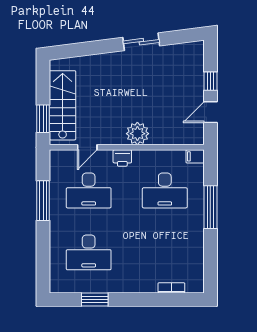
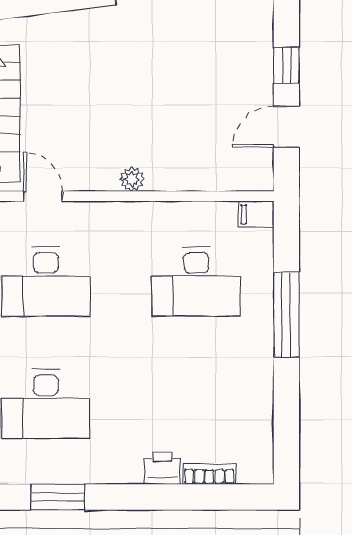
plant: (137, 134) -> (132, 179), width x0.53, depth x0.53
door: (87, 147) -> (43, 196), swing flipped
printer: (122, 158) -> (162, 468), moved, turned 180

